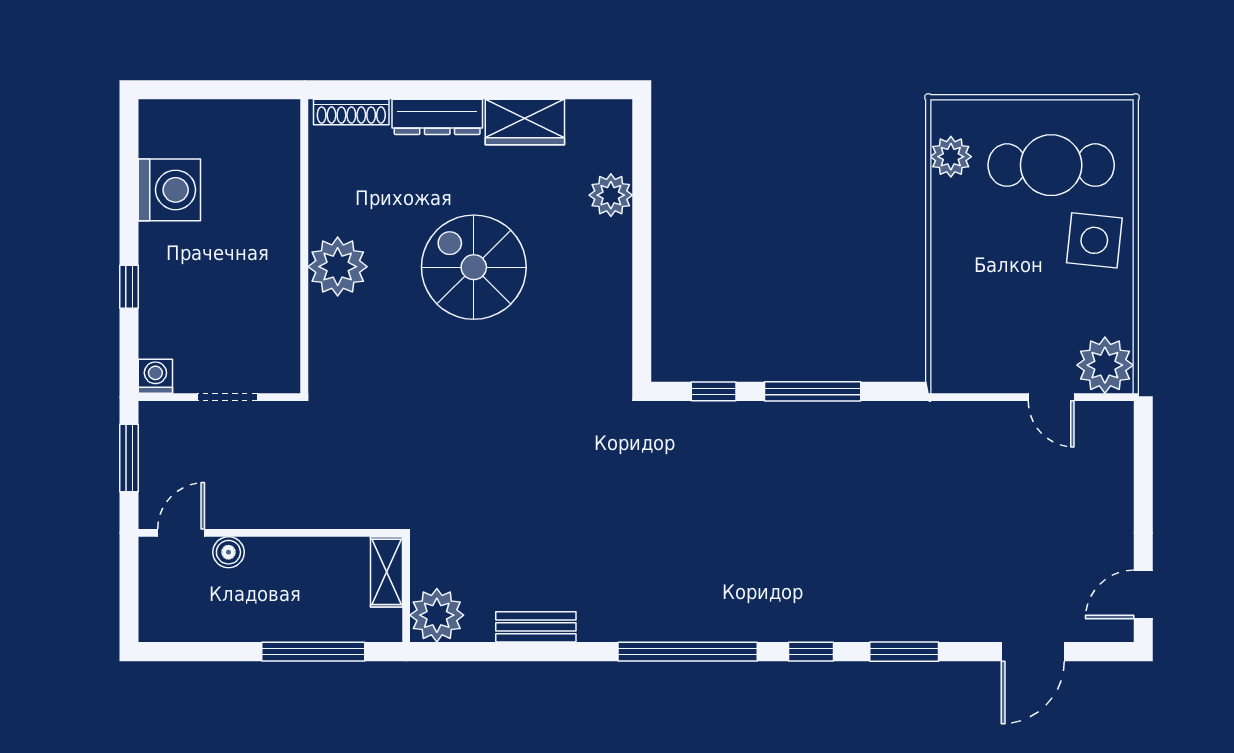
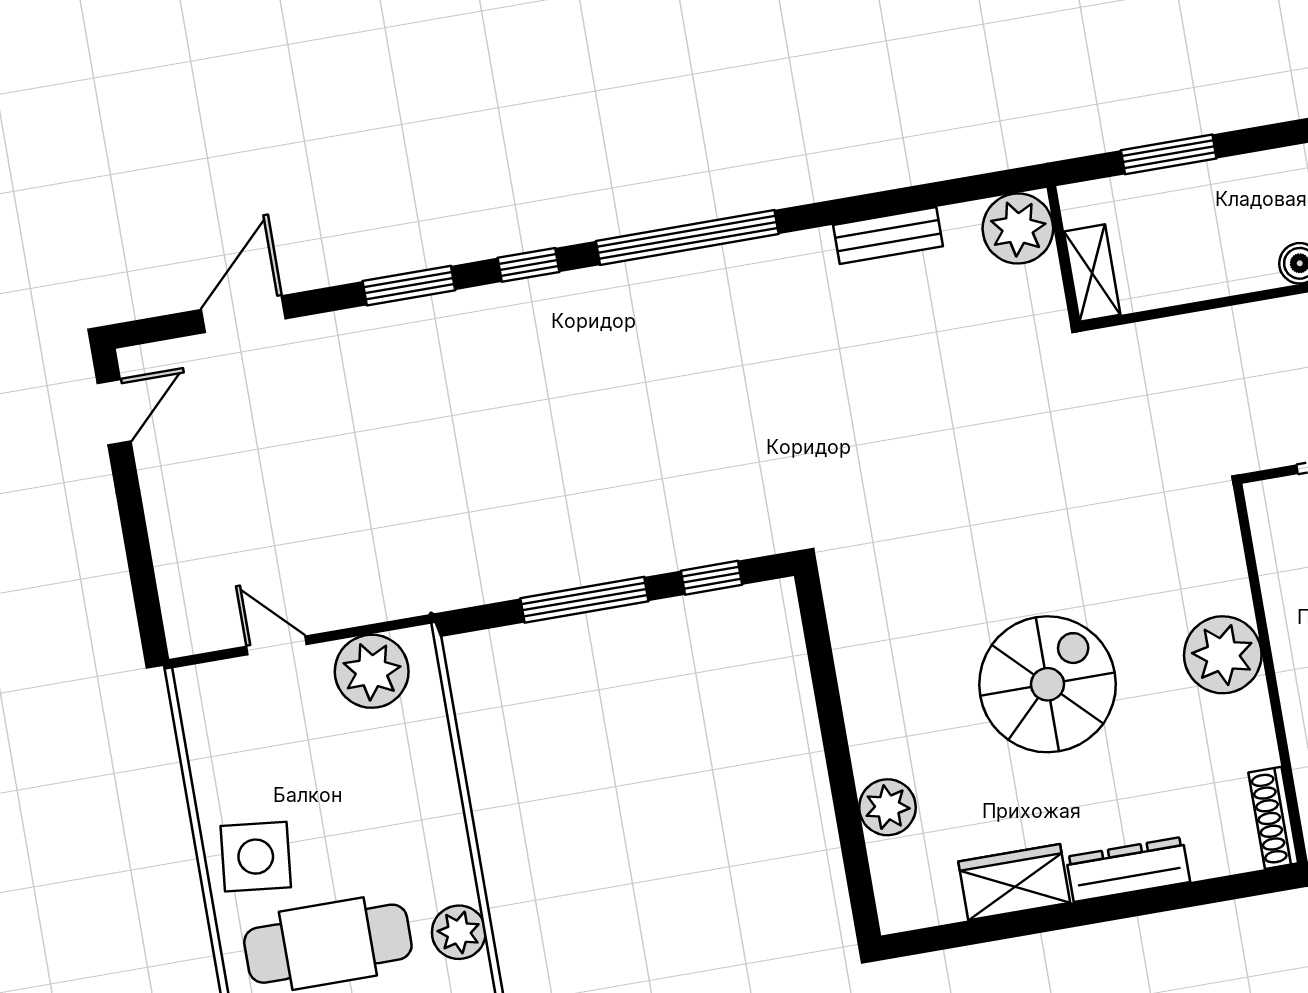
shoe rack: (351, 112) -> (1273, 818), moved, turned -90
spiral stairs: (474, 267) -> (1048, 684), turned -90
plant: (1105, 365) -> (372, 671), moved
window: (313, 652) -> (1169, 154), width x0.69

